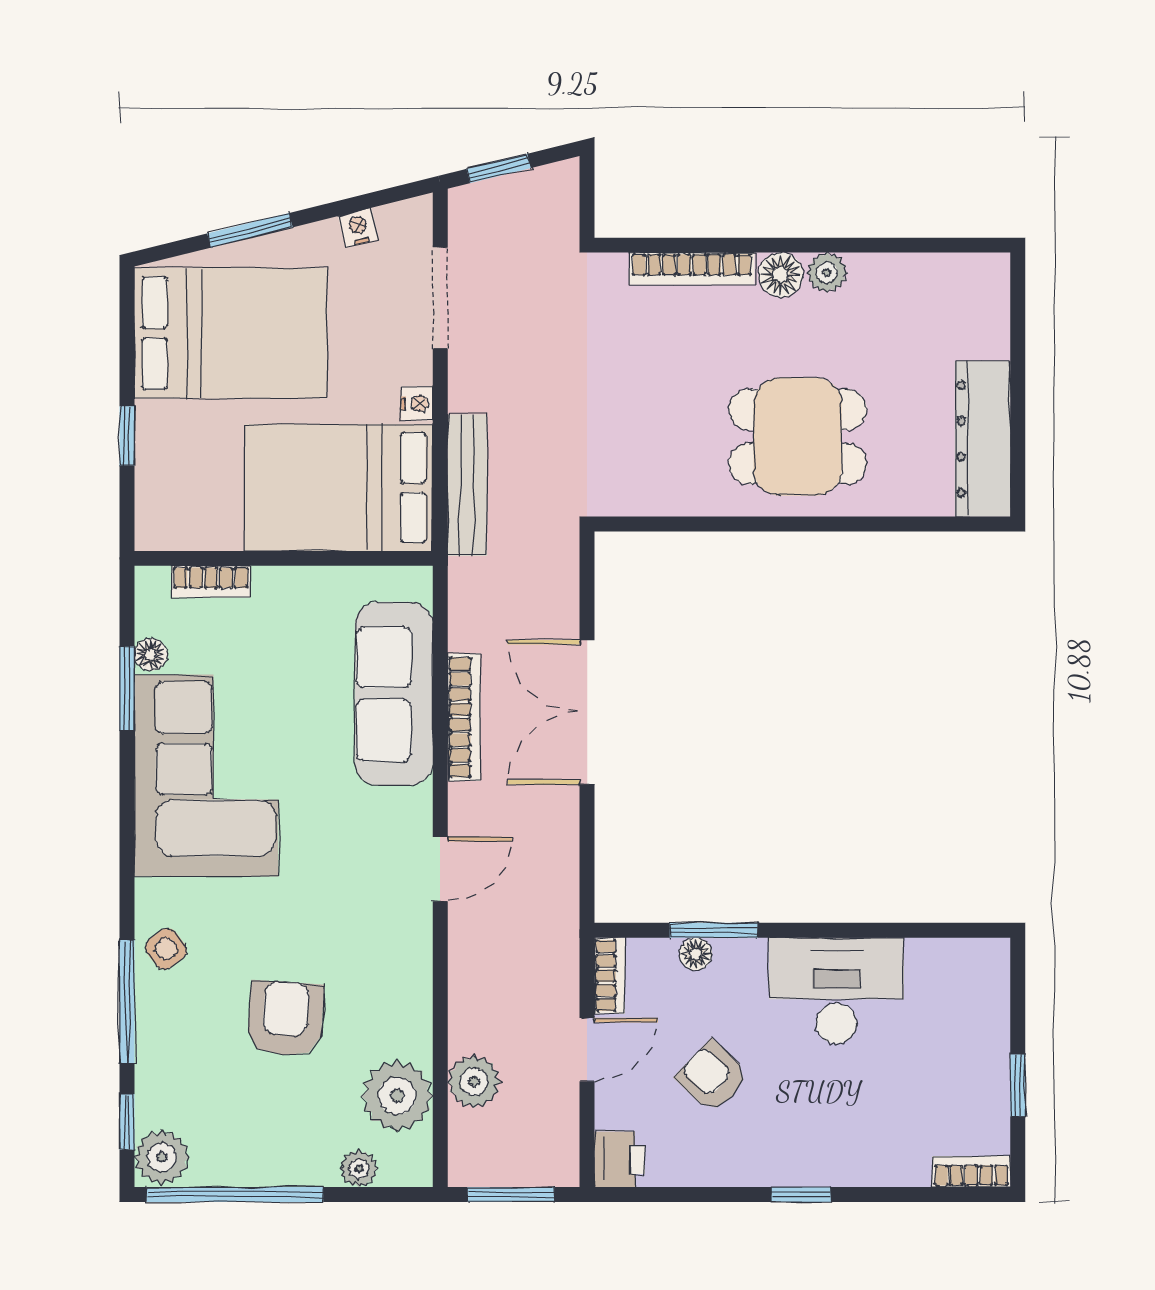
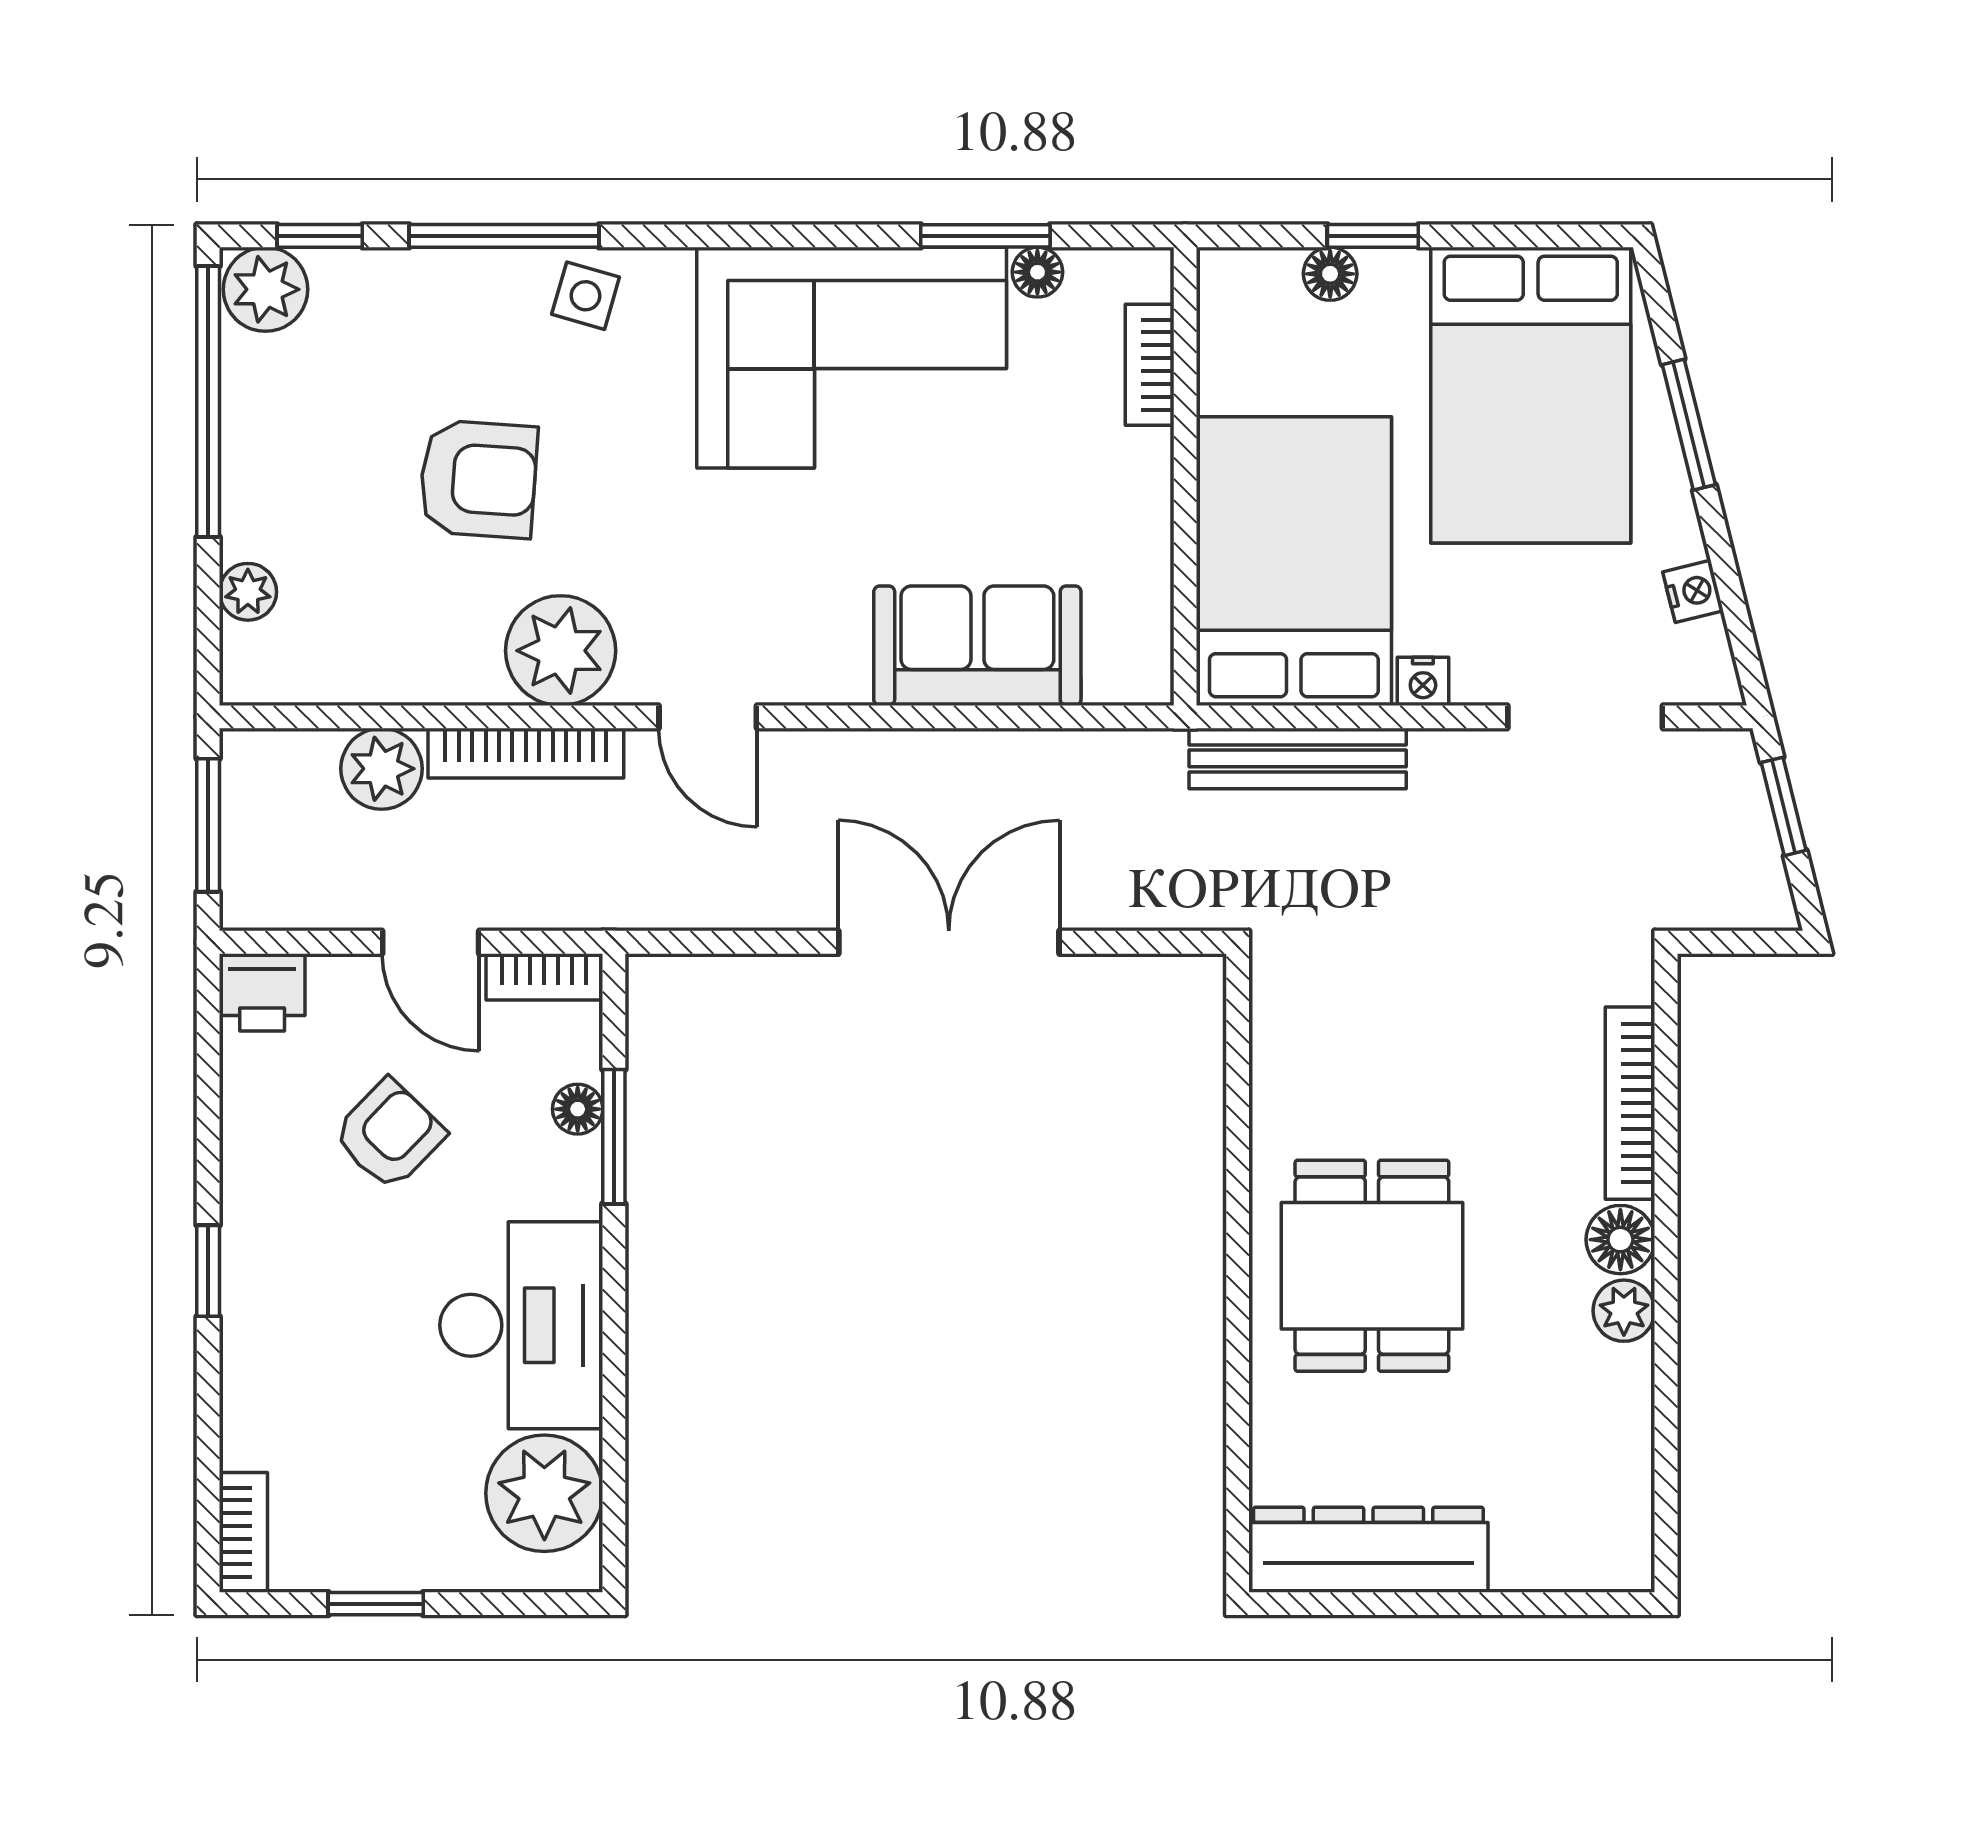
floor lamp: (152, 464) -> (1330, 274), added
sofa: (394, 694) -> (977, 646), width x0.73
bookcase: (464, 717) -> (526, 753), moved
side table: (166, 949) -> (586, 296), turned -37
plant: (946, 976) -> (544, 1493), added
plant: (397, 1096) -> (561, 651), moved

